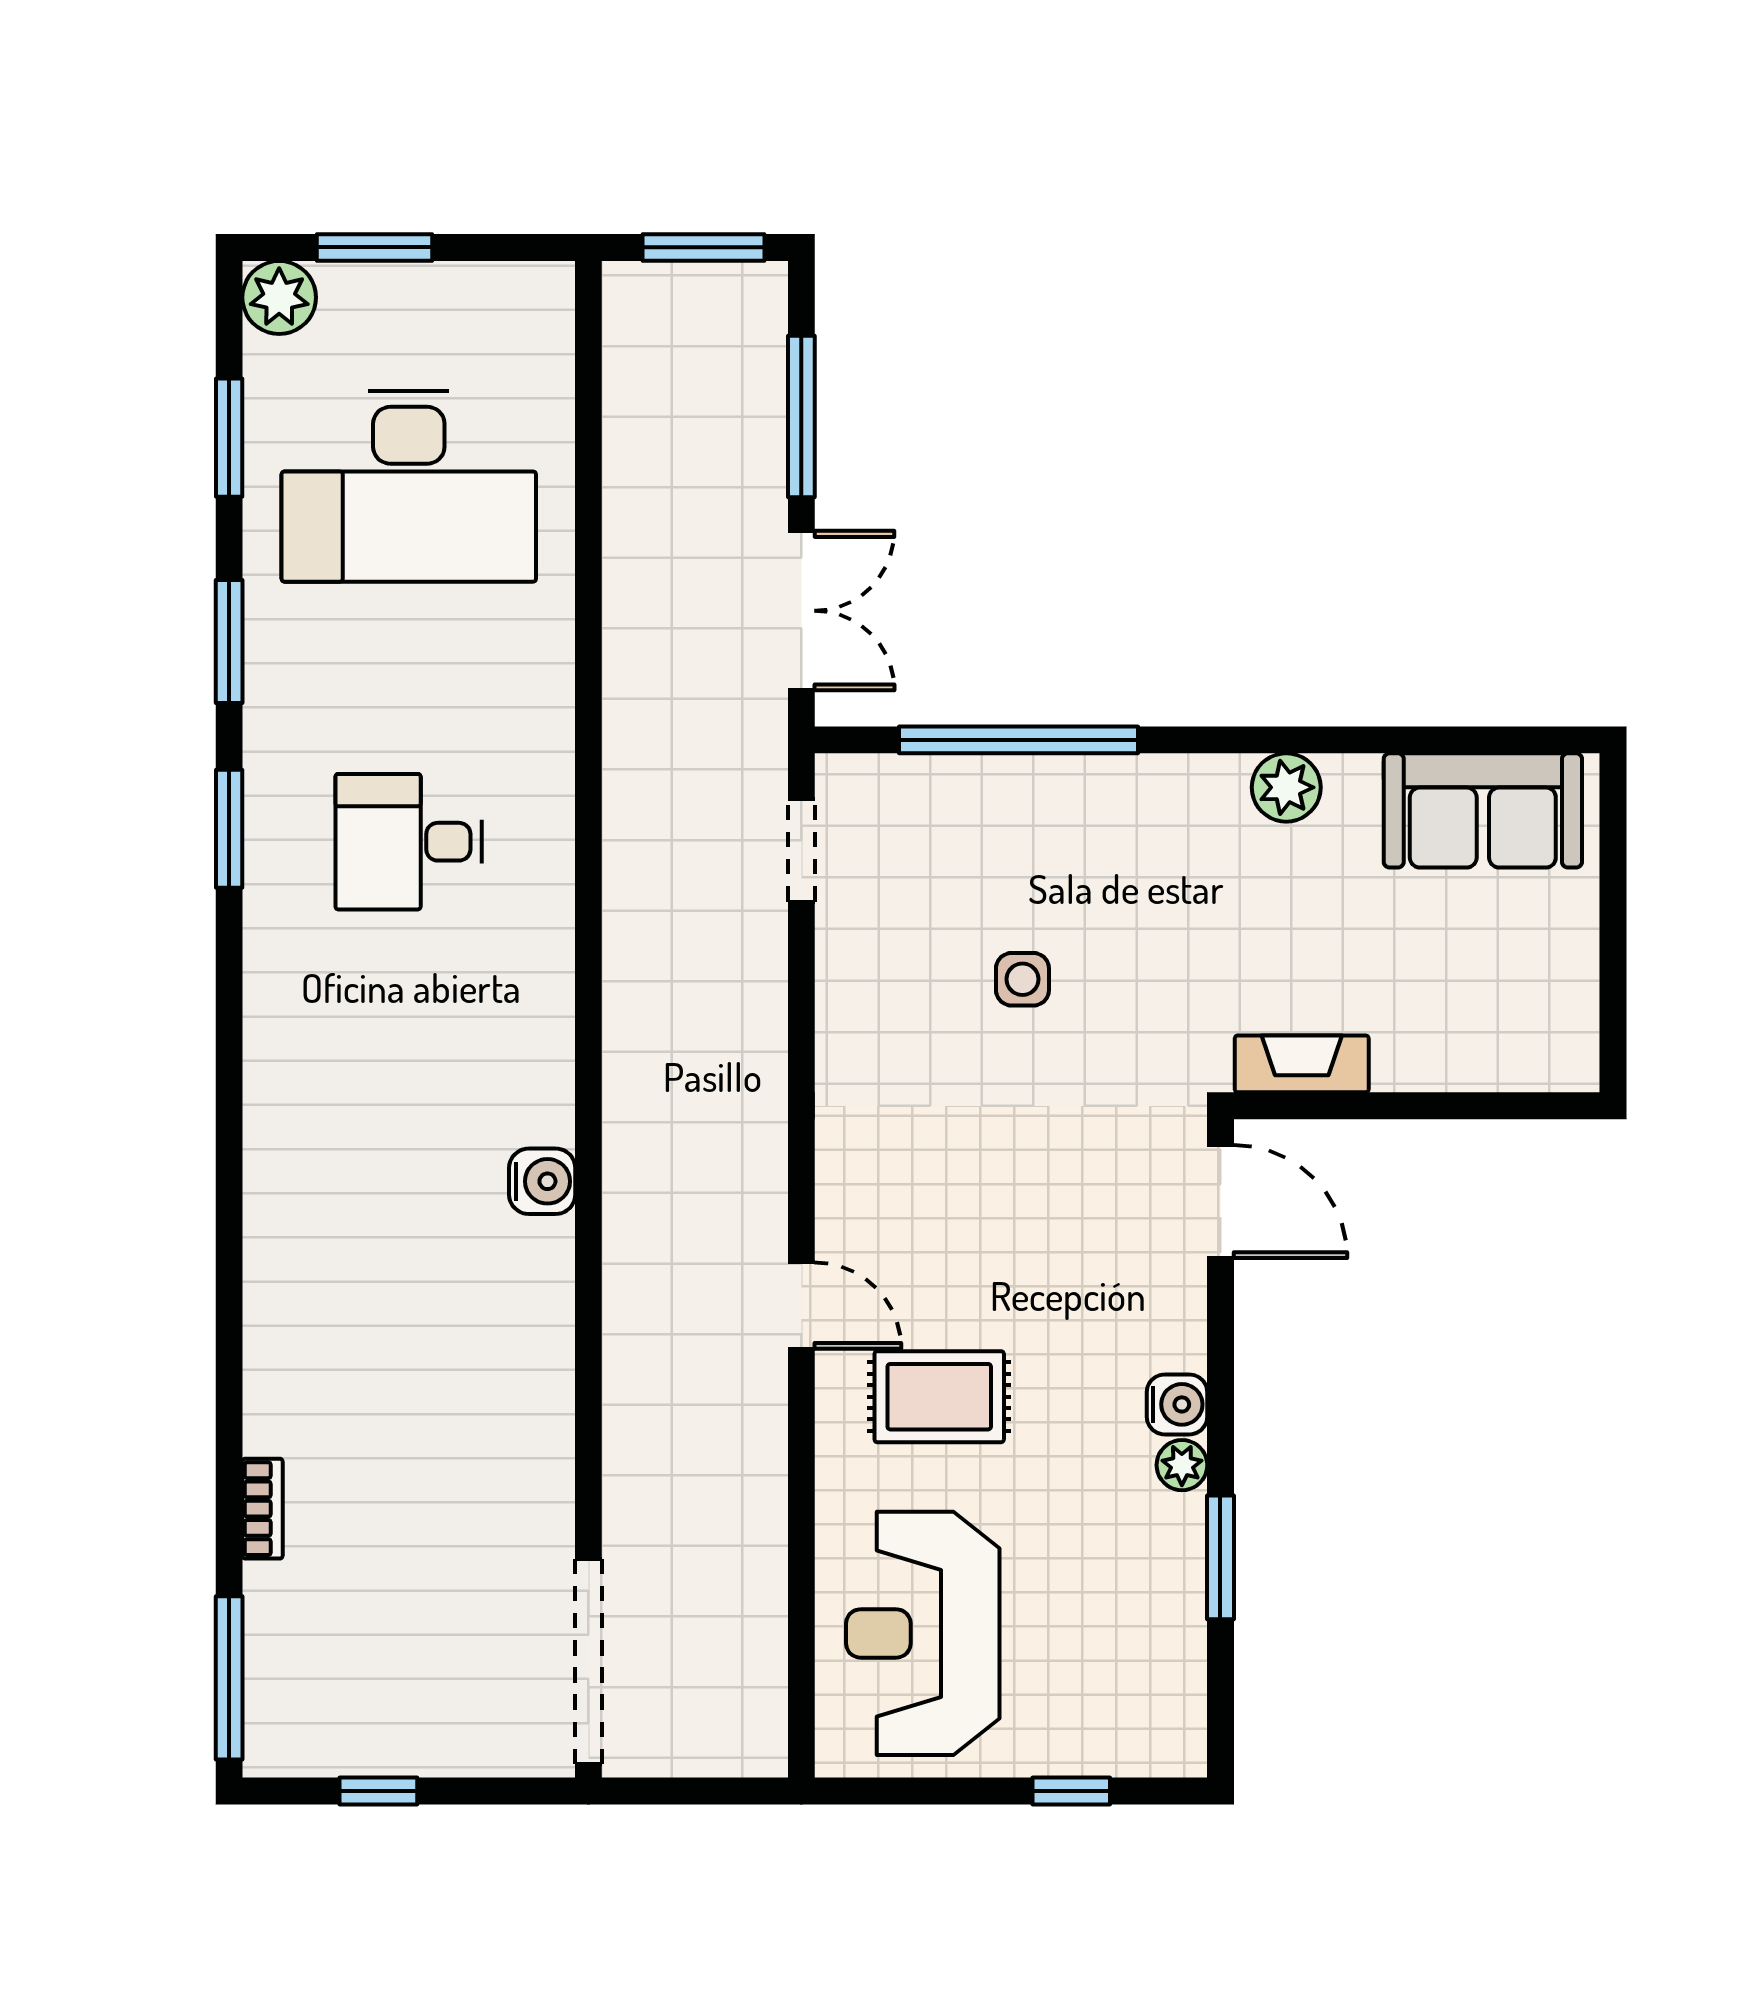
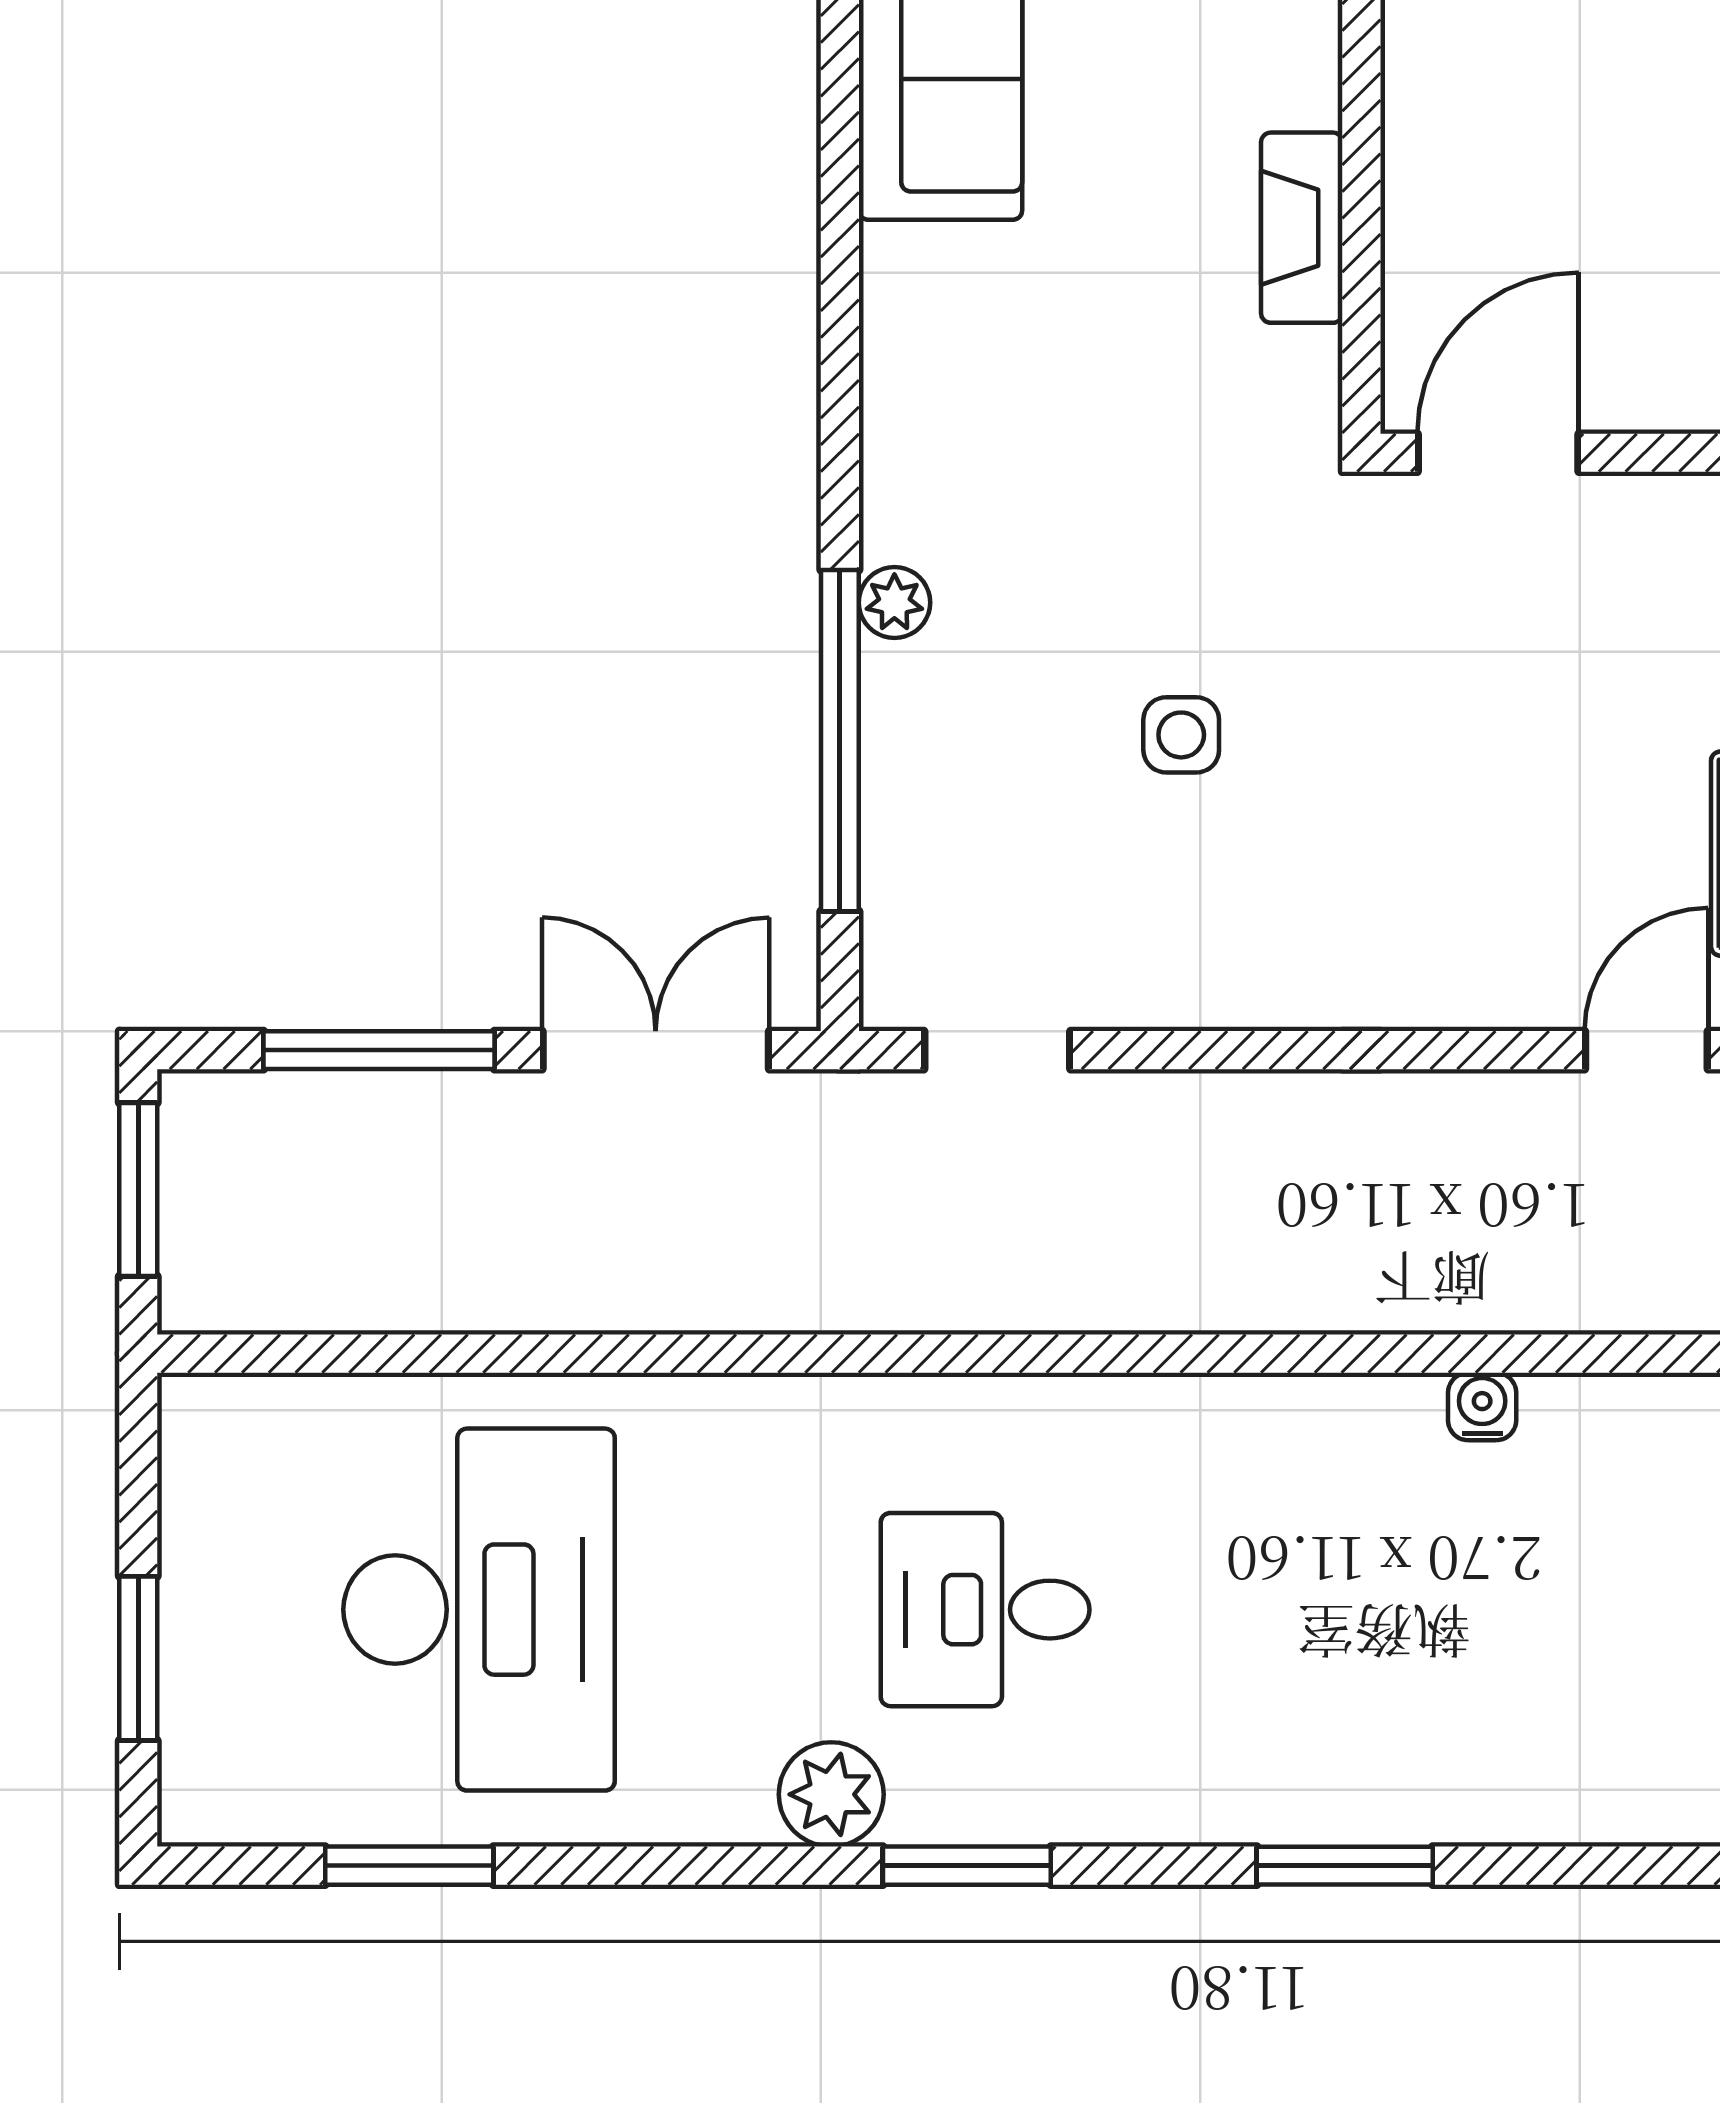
plant: (279, 297) -> (831, 1794), moved
window: (229, 641) -> (1345, 1866), moved
plant: (1286, 787) -> (894, 603), moved, width x0.73, depth x0.73
desk: (409, 842) -> (985, 1610), turned 90
fireplace: (1302, 1064) -> (1302, 228), moved
water cooler: (542, 1181) -> (1482, 1406), width x0.72, depth x0.72

